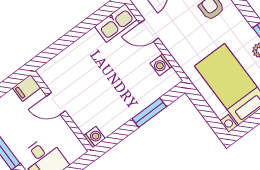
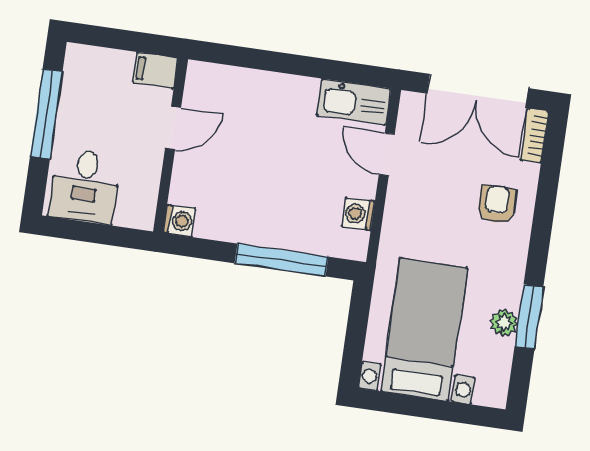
door: (56, 103) -> (173, 128), swing flipped
window: (149, 113) -> (281, 260), width x1.44

